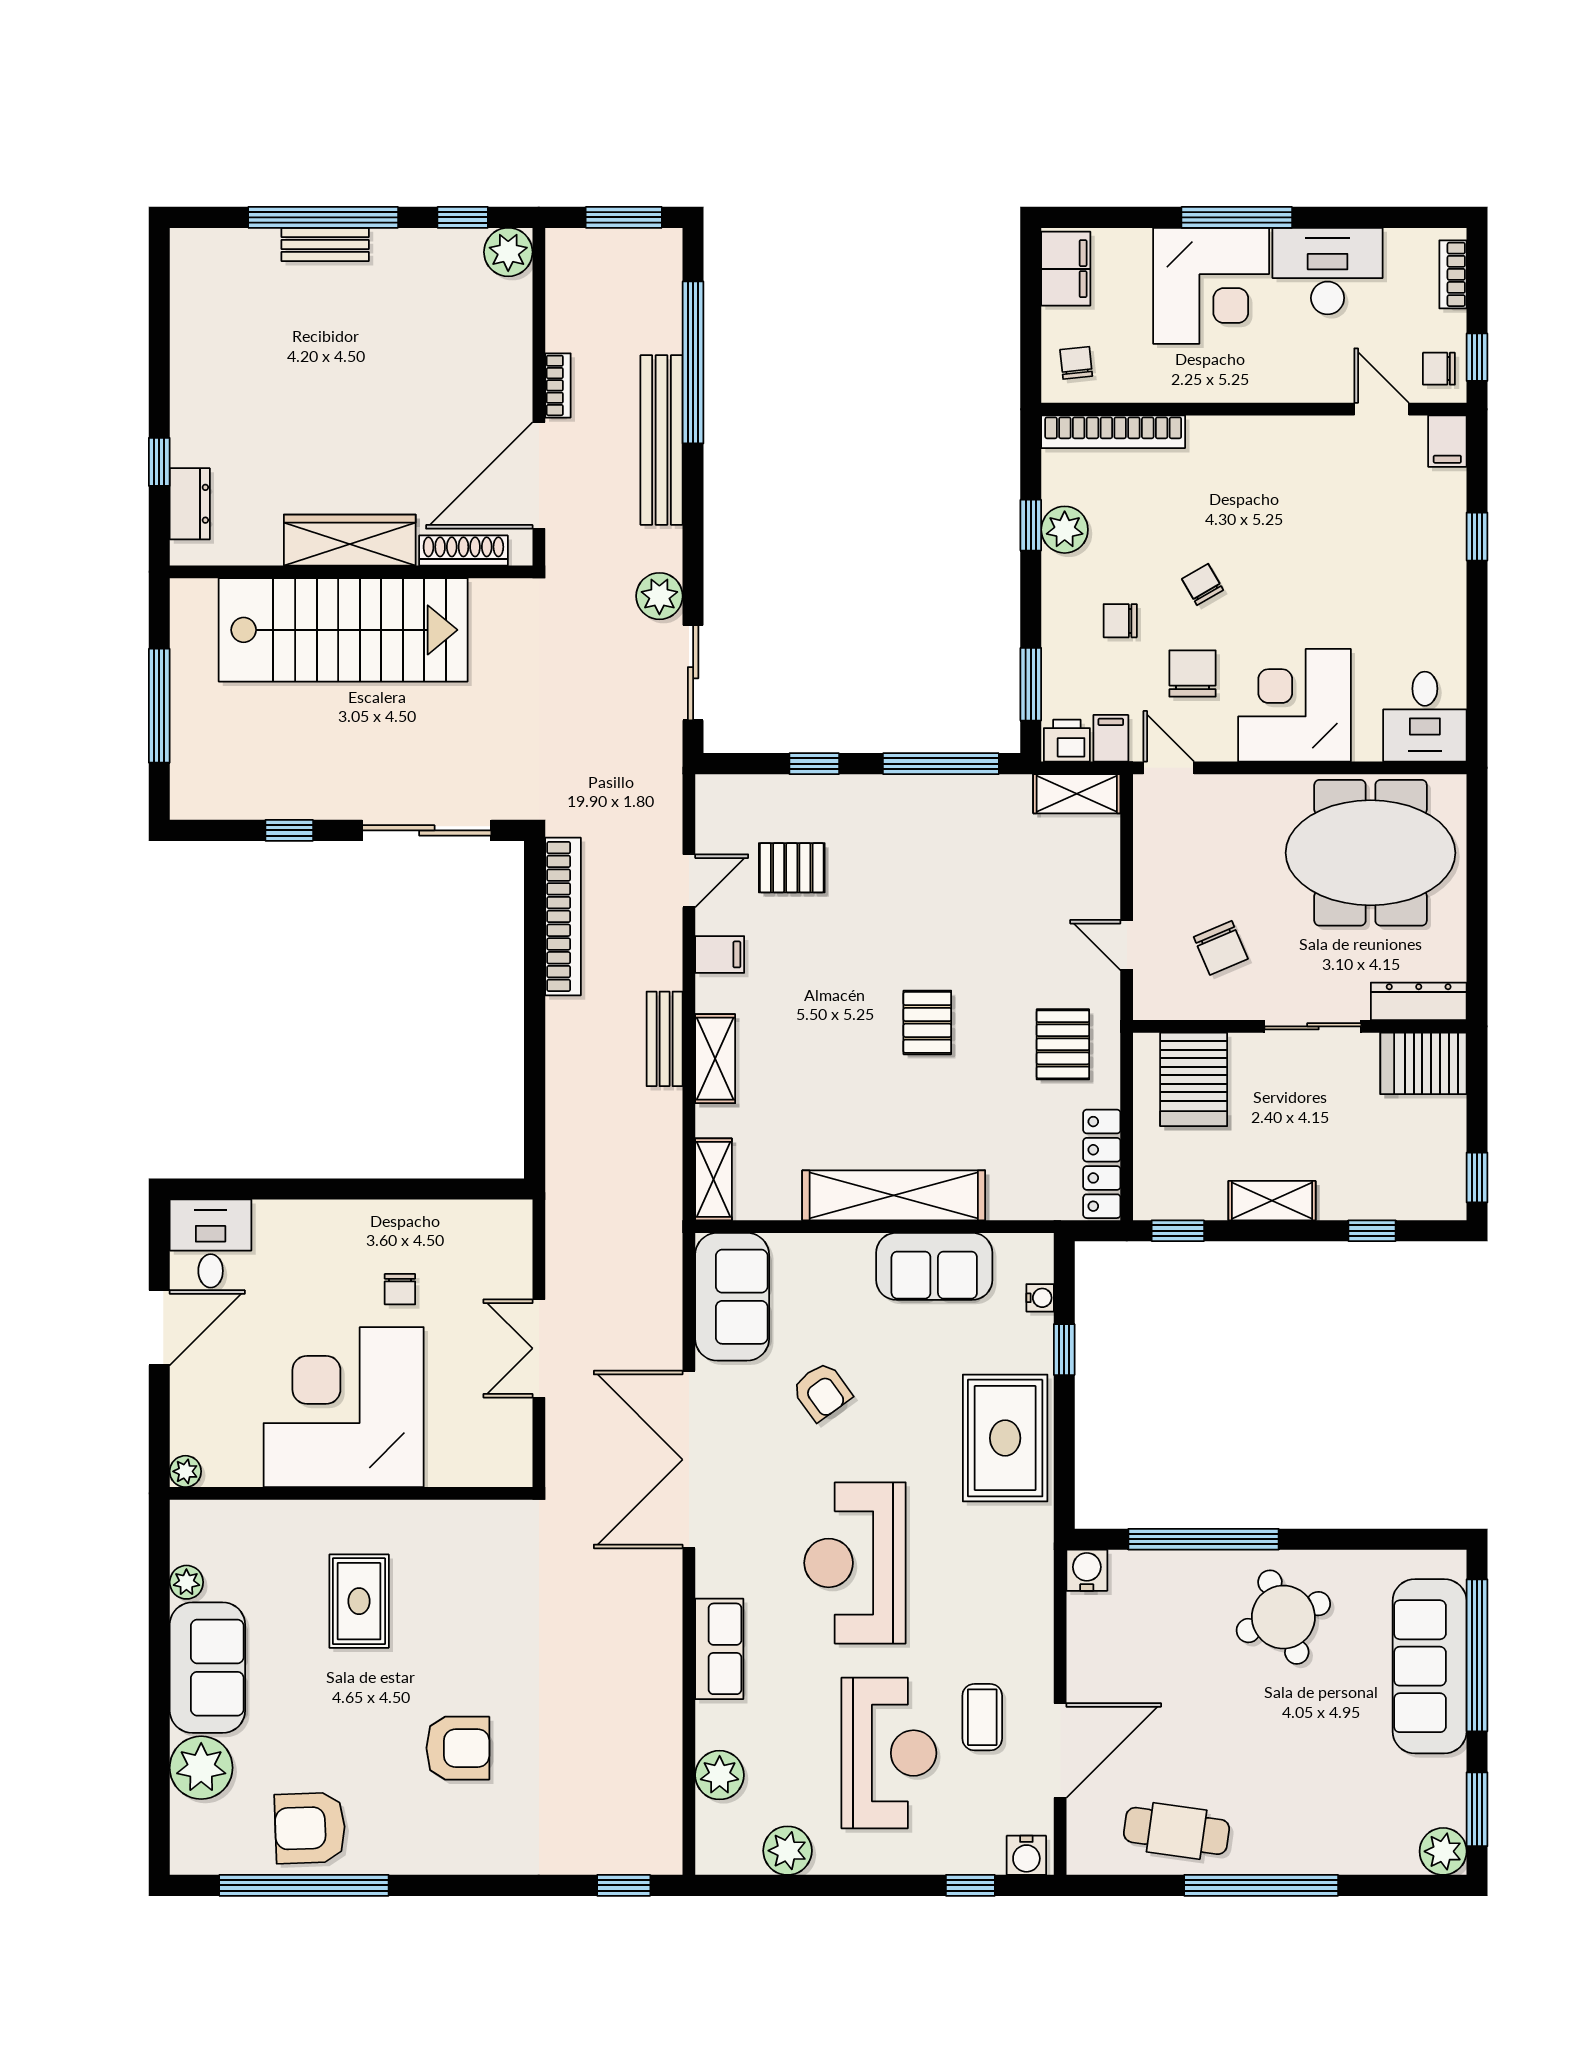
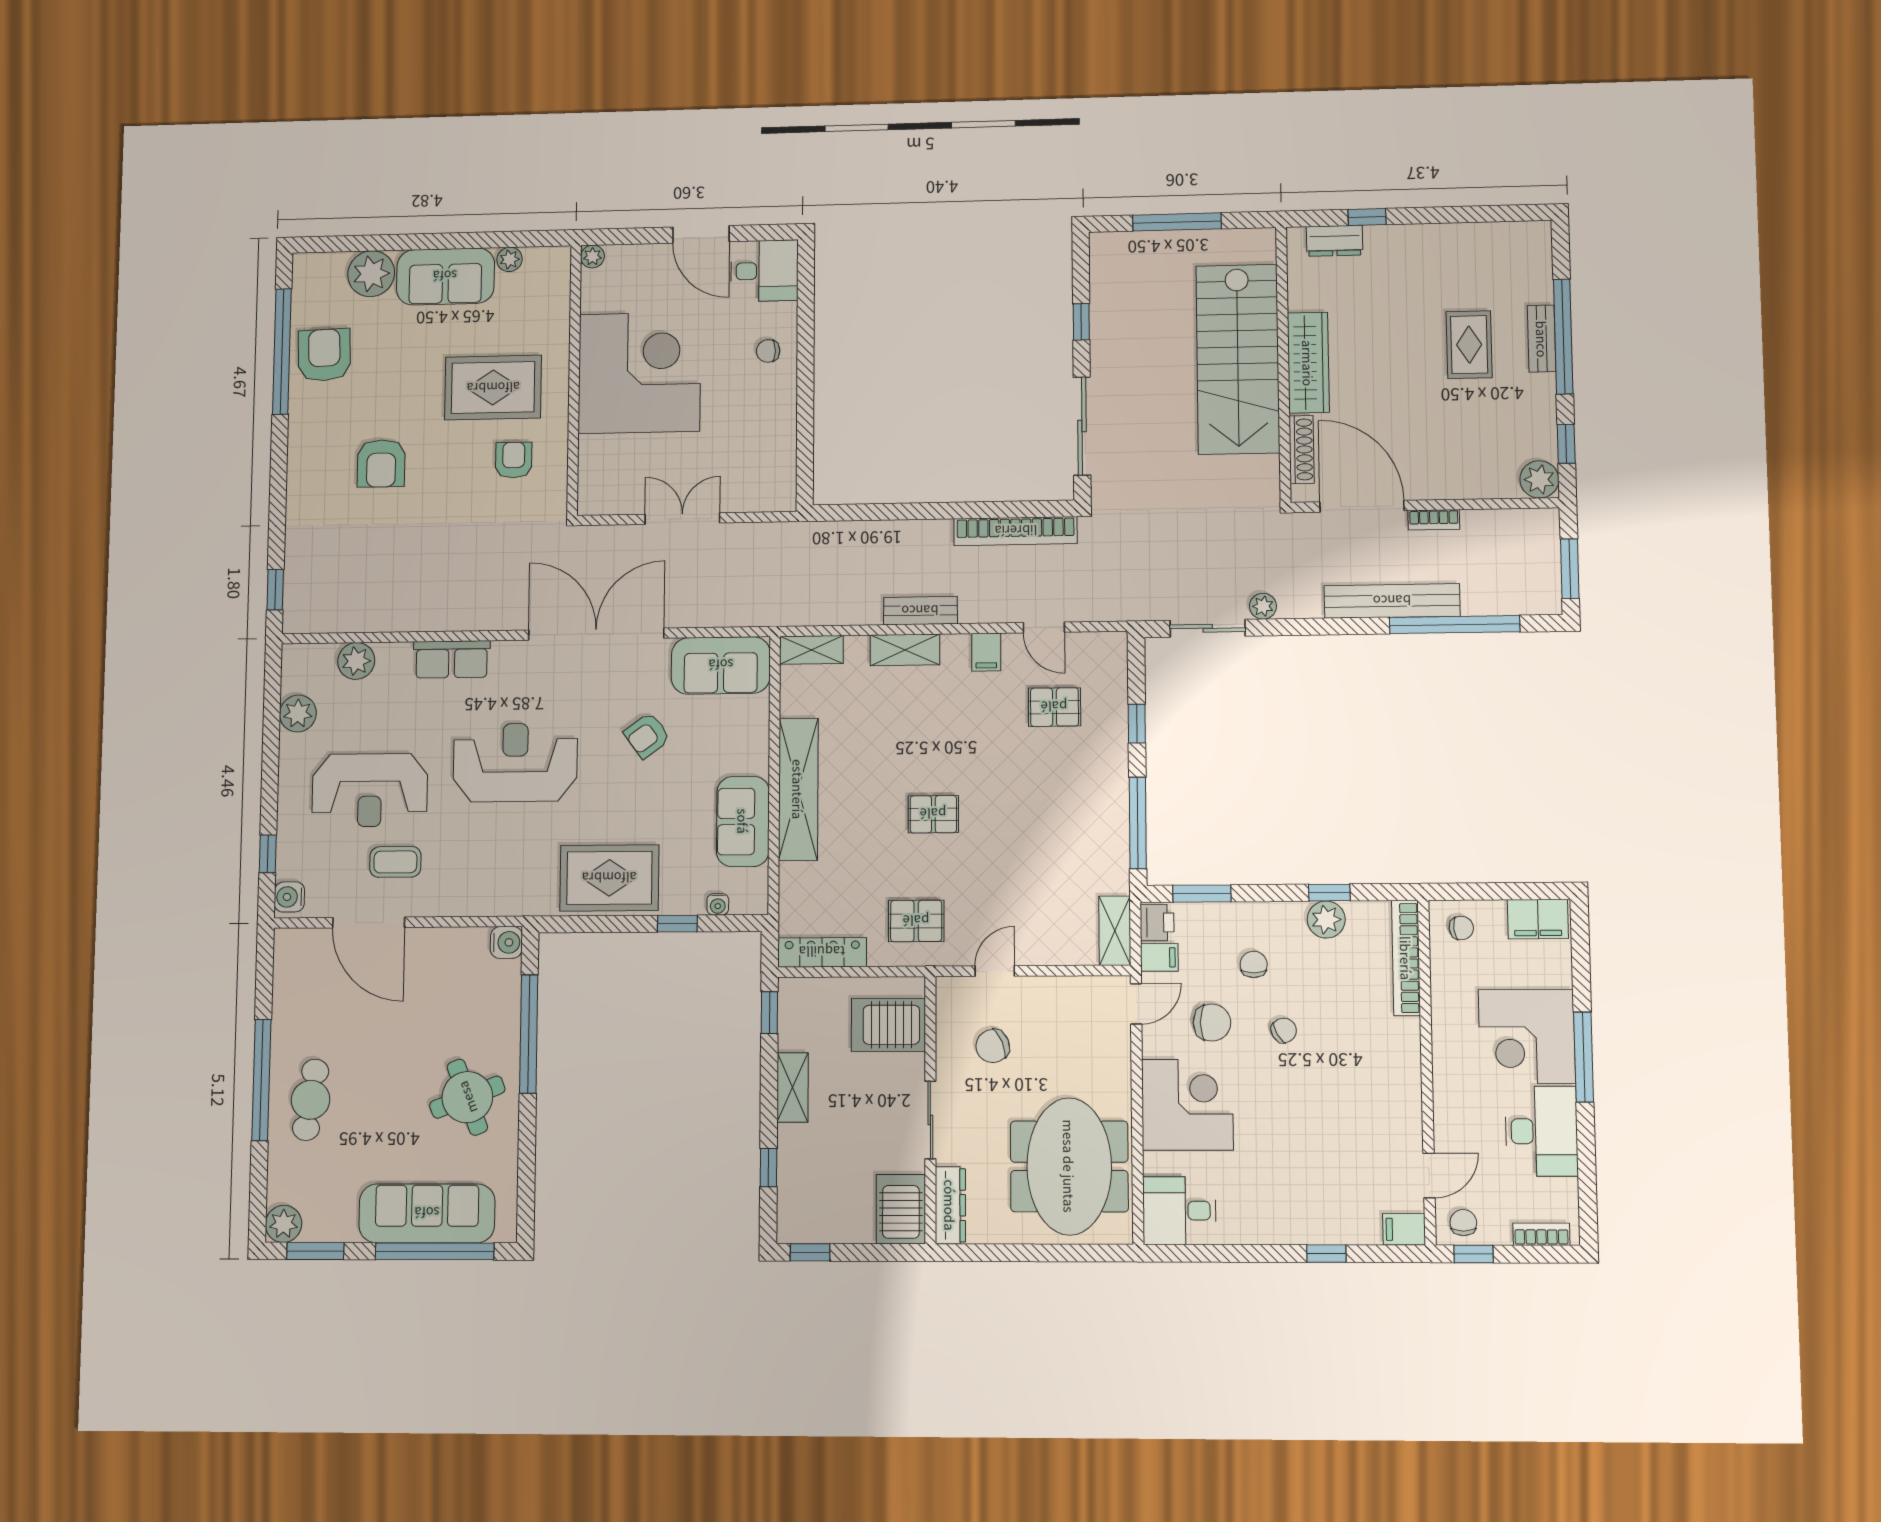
rug: (331, 336) -> (1469, 345), added
plant: (659, 596) -> (1263, 606), width x0.73, depth x0.73
pallet: (792, 868) -> (1054, 707), turned 90
chair: (400, 1289) -> (768, 351), moved
armchair: (457, 1572) -> (514, 460), added
rug: (359, 1601) -> (493, 388), width x1.36, depth x1.43
cafe table: (1177, 1831) -> (311, 1100), moved

